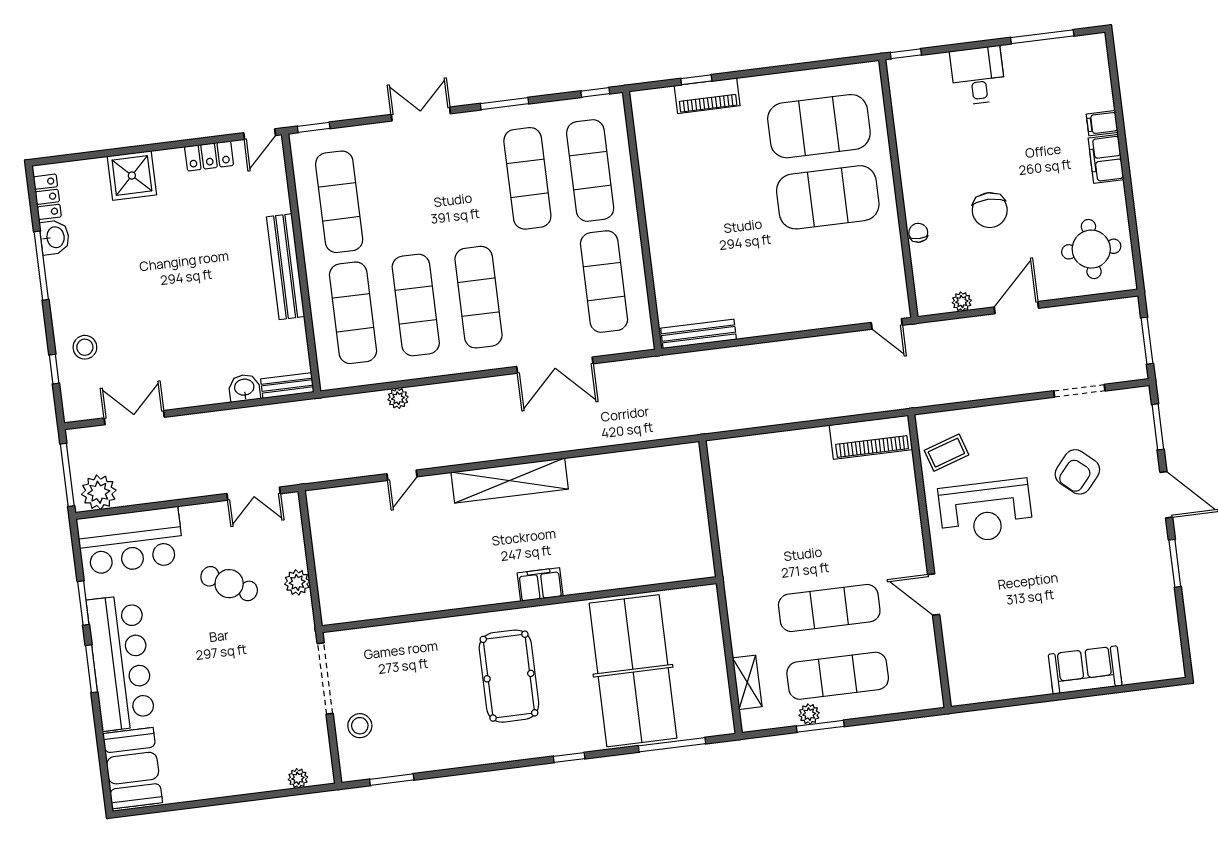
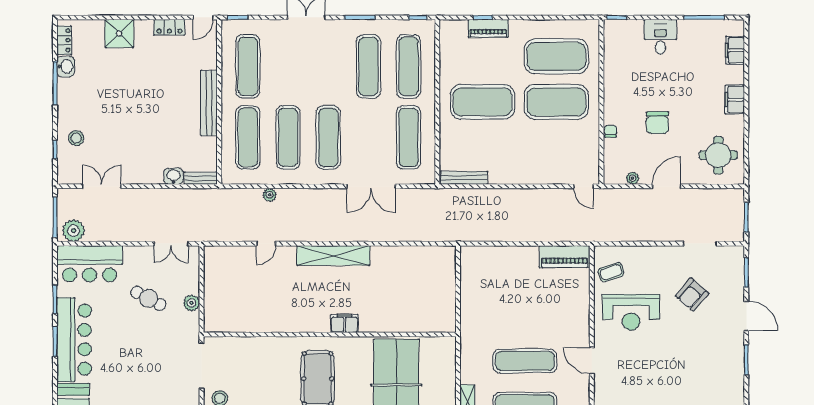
filing cabinet: (1102, 123) -> (735, 50), moved, width x2.00
exercise mat: (712, 212) -> (482, 102), added

